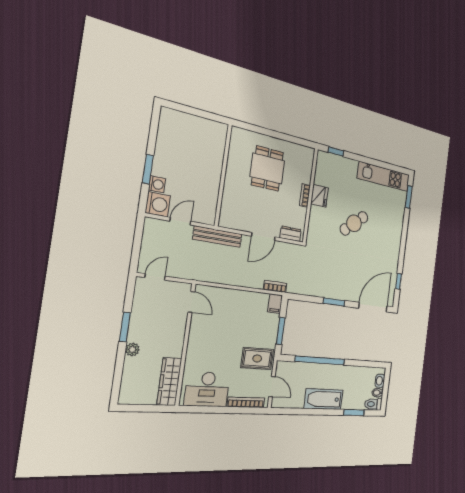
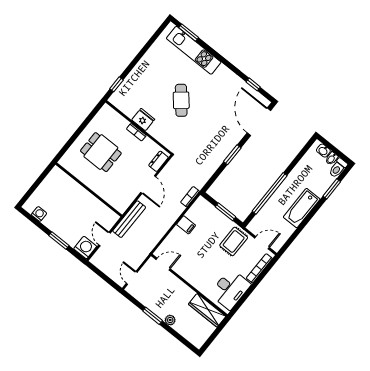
kitchen unit: (384, 177) -> (194, 50), moved, turned 90
washing machine: (157, 184) -> (39, 214), moved
filing cabinet: (275, 304) -> (186, 225), moved

